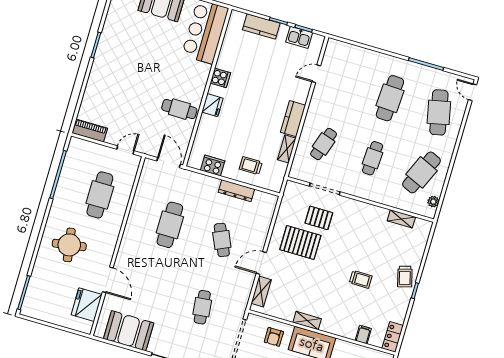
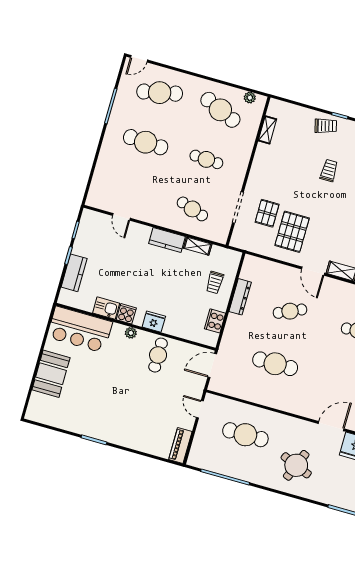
kitchen sink: (299, 37) -> (106, 308), moved, turned -90
plant: (201, 82) -> (131, 333), added
round table: (69, 245) -> (296, 465), turned 31

